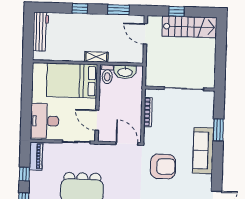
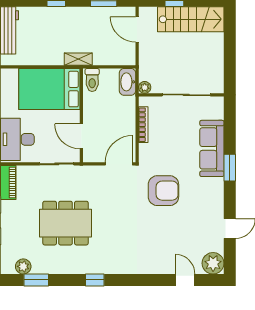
washbasin: (125, 72) -> (128, 82), moved, turned 90
plant: (150, 82) -> (145, 87), added
window: (218, 130) -> (230, 168), moved
door: (127, 144) -> (119, 164), hinge flipped
sofa: (203, 151) -> (212, 148), moved

